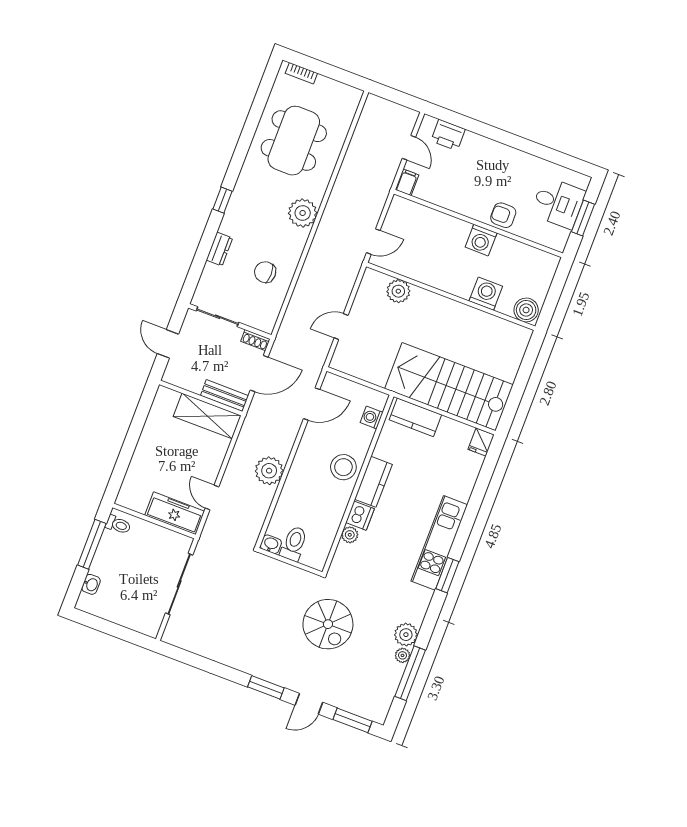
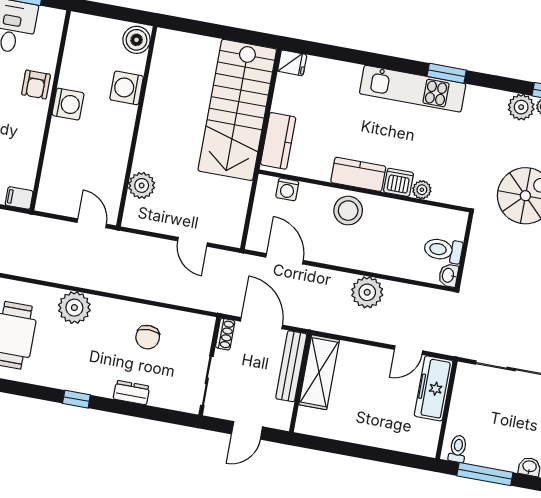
bench: (224, 396) -> (291, 366), width x1.36

